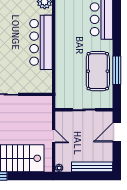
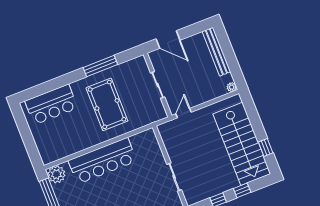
pool table: (98, 71) -> (107, 104), moved, turned 90
door: (54, 136) -> (184, 113), moved

